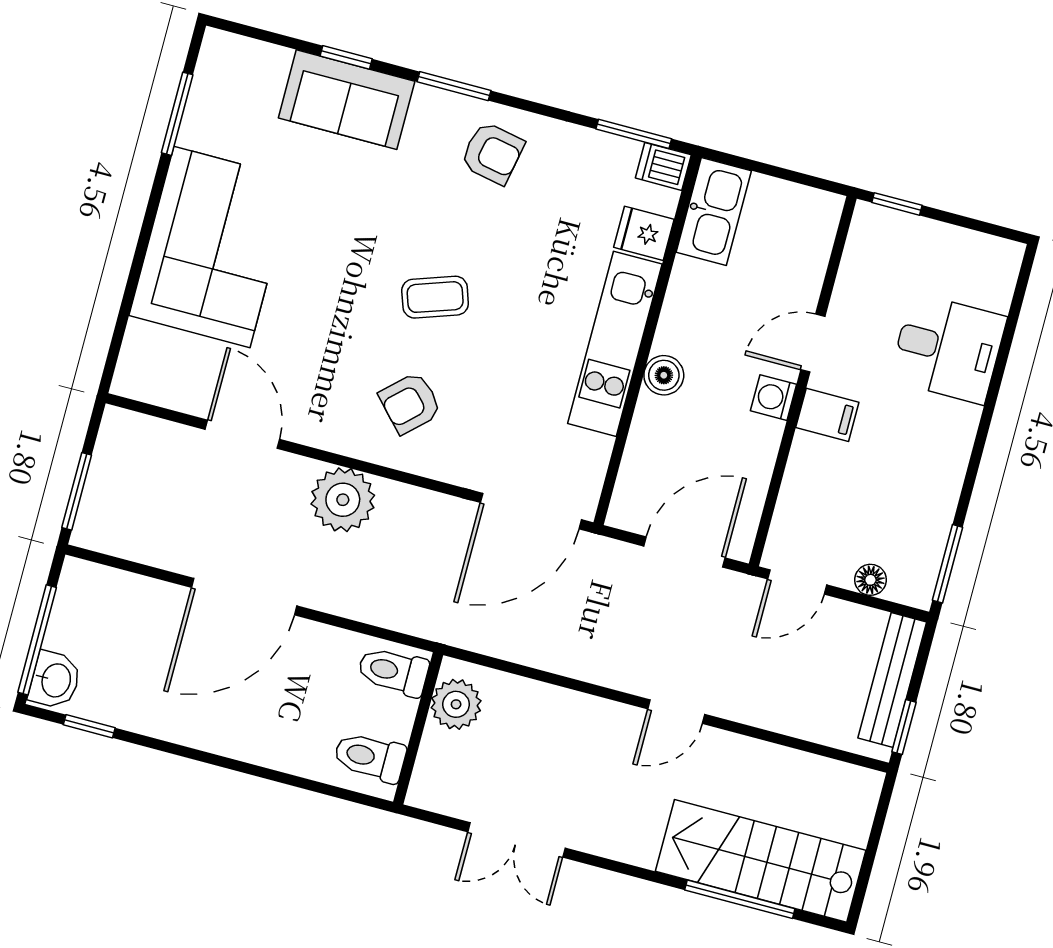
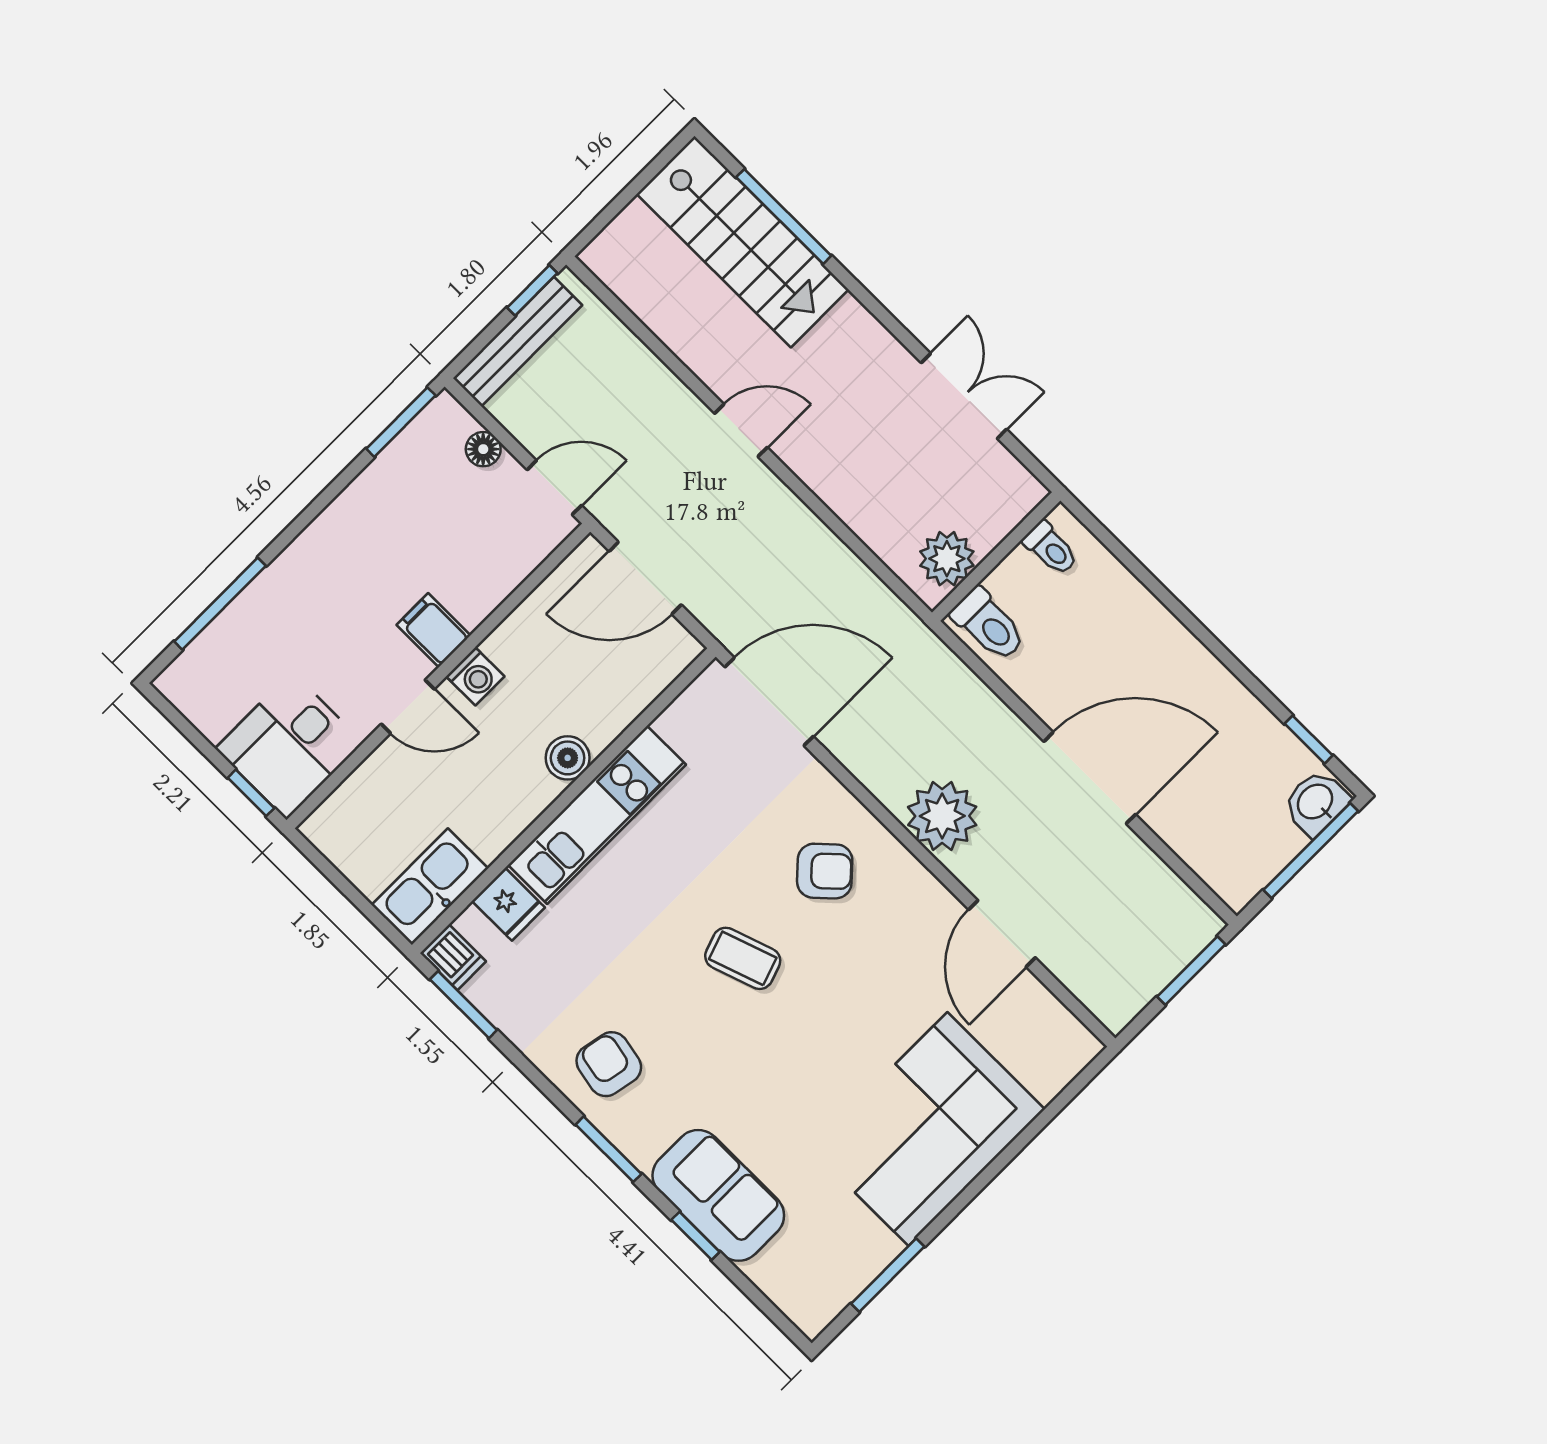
window: (1007, 339) -> (220, 604), added
desk: (948, 348) -> (289, 746), moved, turned -90
toilet: (370, 757) -> (1051, 548), width x0.73, depth x0.72

